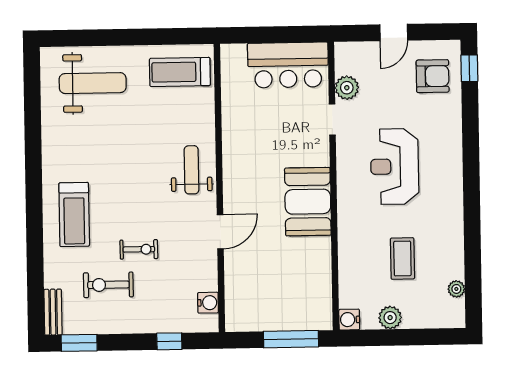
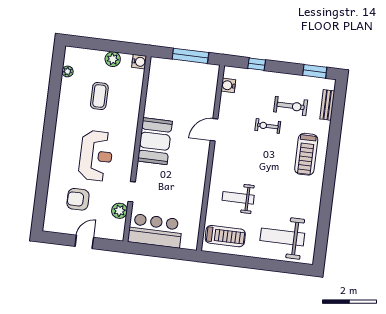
window: (469, 68) -> (39, 212), removed
armchair: (433, 76) -> (78, 199), moved
weight bench: (191, 170) -> (238, 198), moved, turned 90
treadmill: (74, 215) -> (306, 154), turned 180
bench: (53, 312) -> (327, 105), moved
window: (291, 339) -> (190, 56), moved

